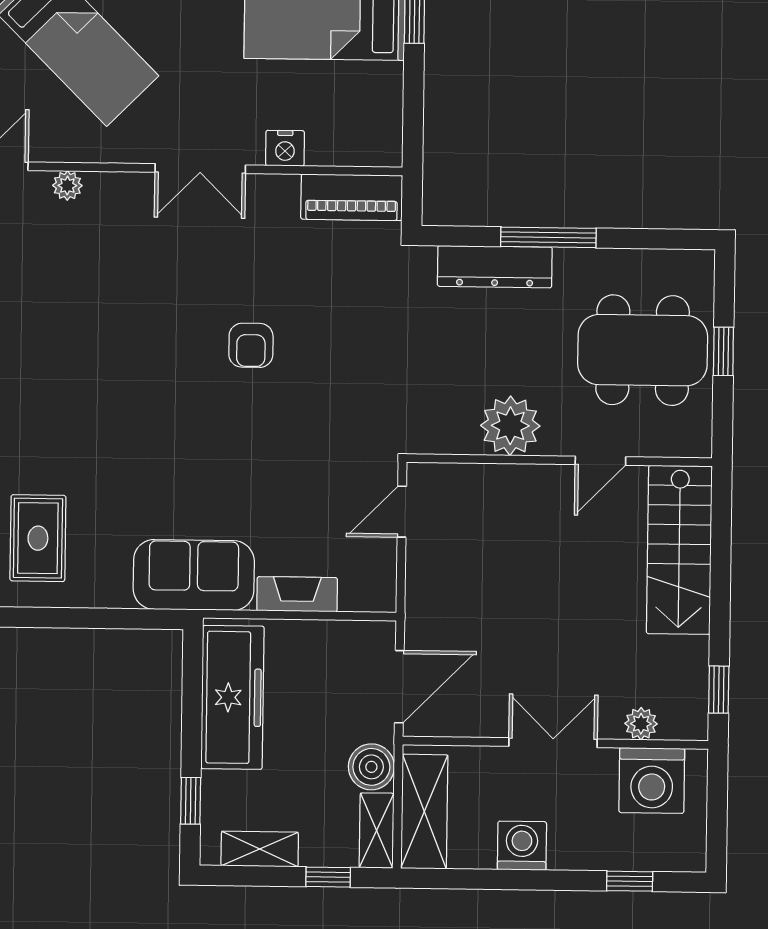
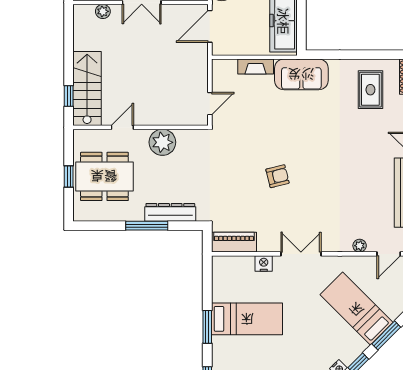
armchair: (251, 345) -> (278, 176), turned 76
window: (719, 690) -> (69, 96), moved

